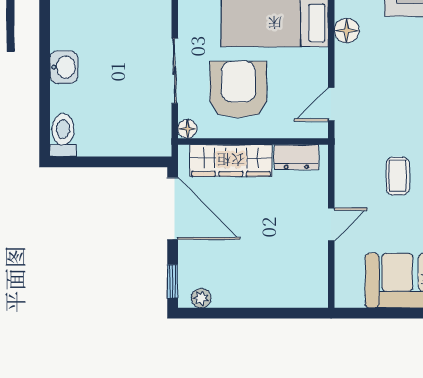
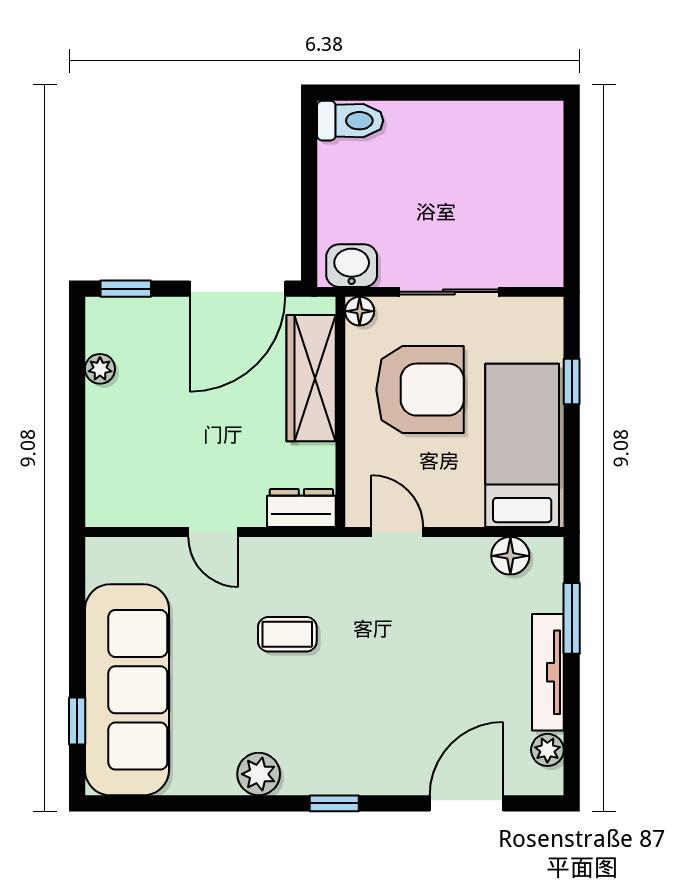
washbasin: (64, 67) -> (352, 266), moved, turned 180
dresser: (296, 157) -> (301, 508), moved, turned 90
plant: (201, 298) -> (100, 369), moved

